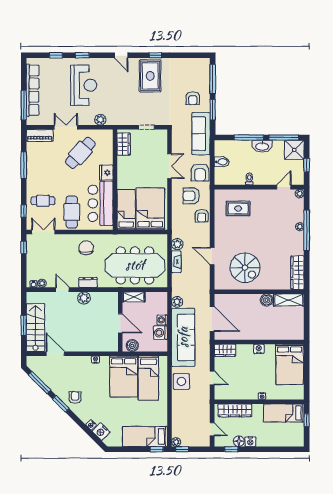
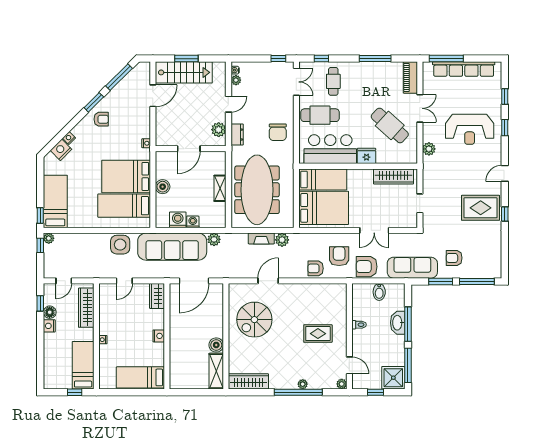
wardrobe: (124, 144) -> (393, 176), width x1.50
washbasin: (262, 146) -> (398, 323), moved
rug: (238, 208) -> (318, 334), moved, turned 90
chair: (86, 248) -> (278, 132), turned 90
wall: (120, 322) -> (191, 149), moved
door: (120, 323) -> (189, 149), moved
bed: (290, 364) -> (140, 377), width x0.67

